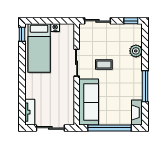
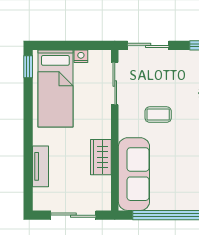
sliding door: (77, 63) -> (115, 84), moved
wardrobe: (68, 91) -> (101, 157), added
tv unit: (30, 112) -> (41, 166), moved

